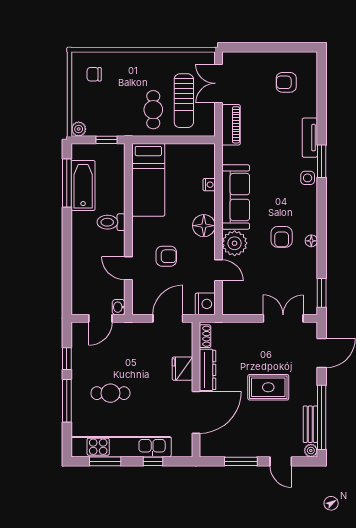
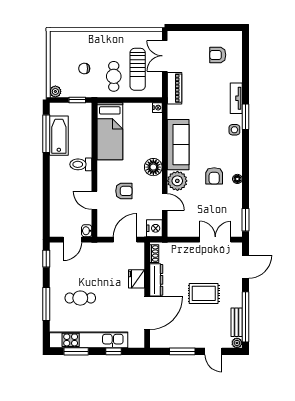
chair: (94, 74) -> (84, 69), moved
nightstand: (209, 185) -> (157, 108), moved
window: (67, 359) -> (46, 259), moved

